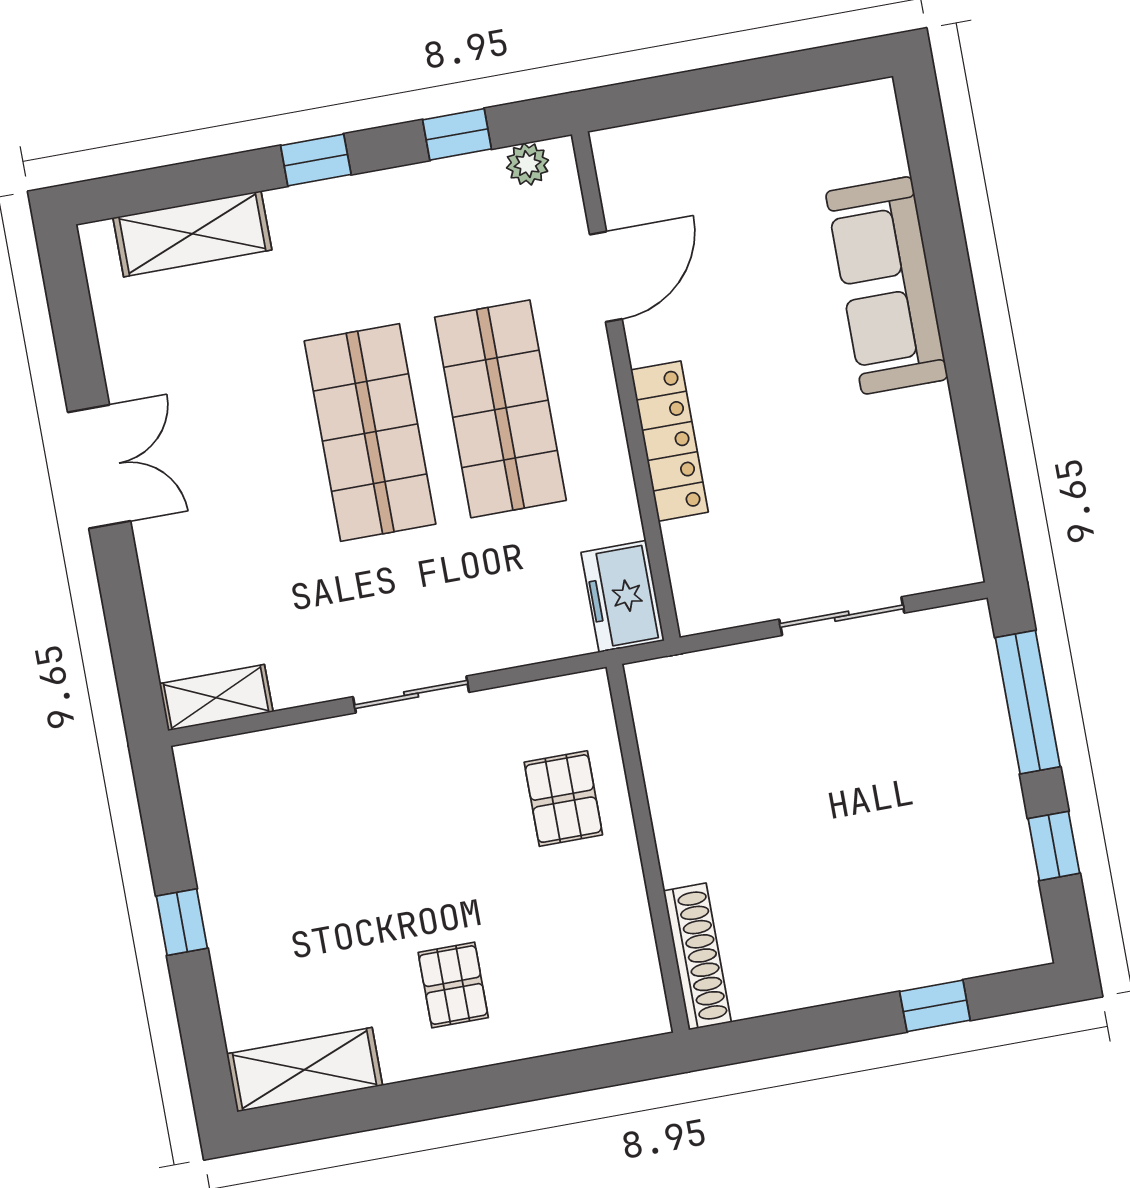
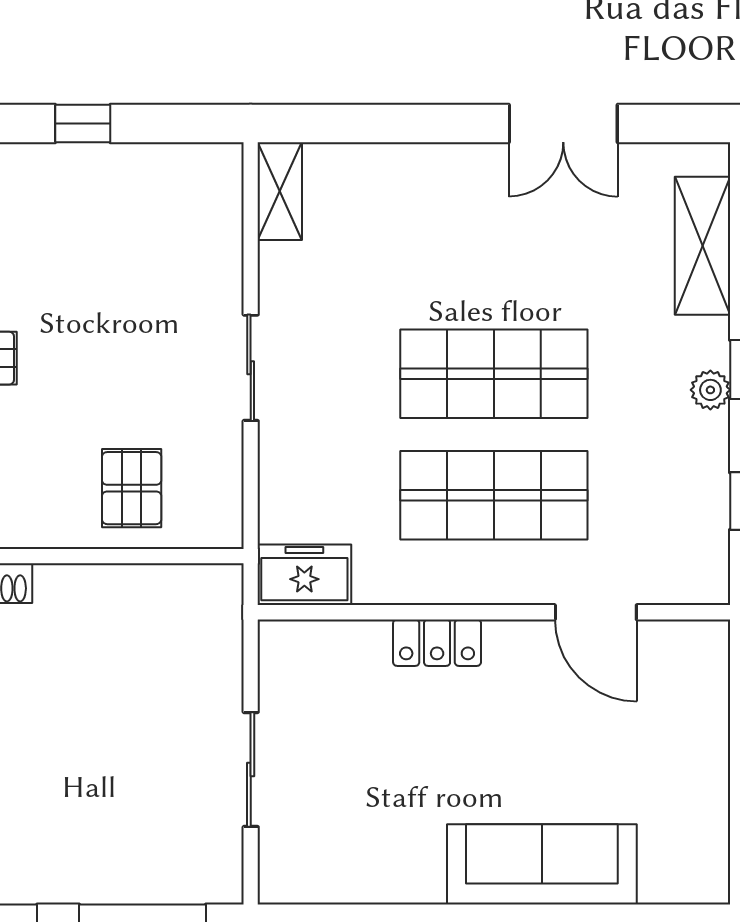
plant: (528, 164) -> (710, 390), moved
locker: (669, 441) -> (437, 643), width x0.66
double door: (99, 467) -> (563, 123), moved
pallet: (563, 799) -> (132, 488), turned 90

